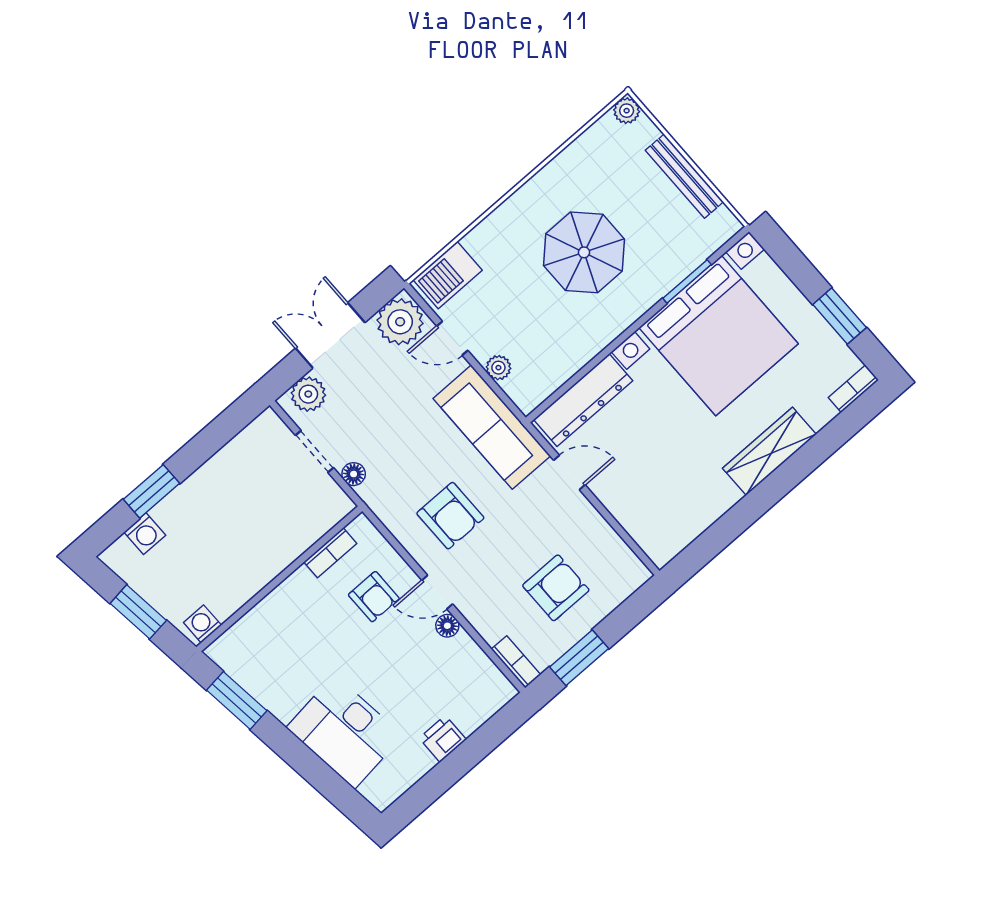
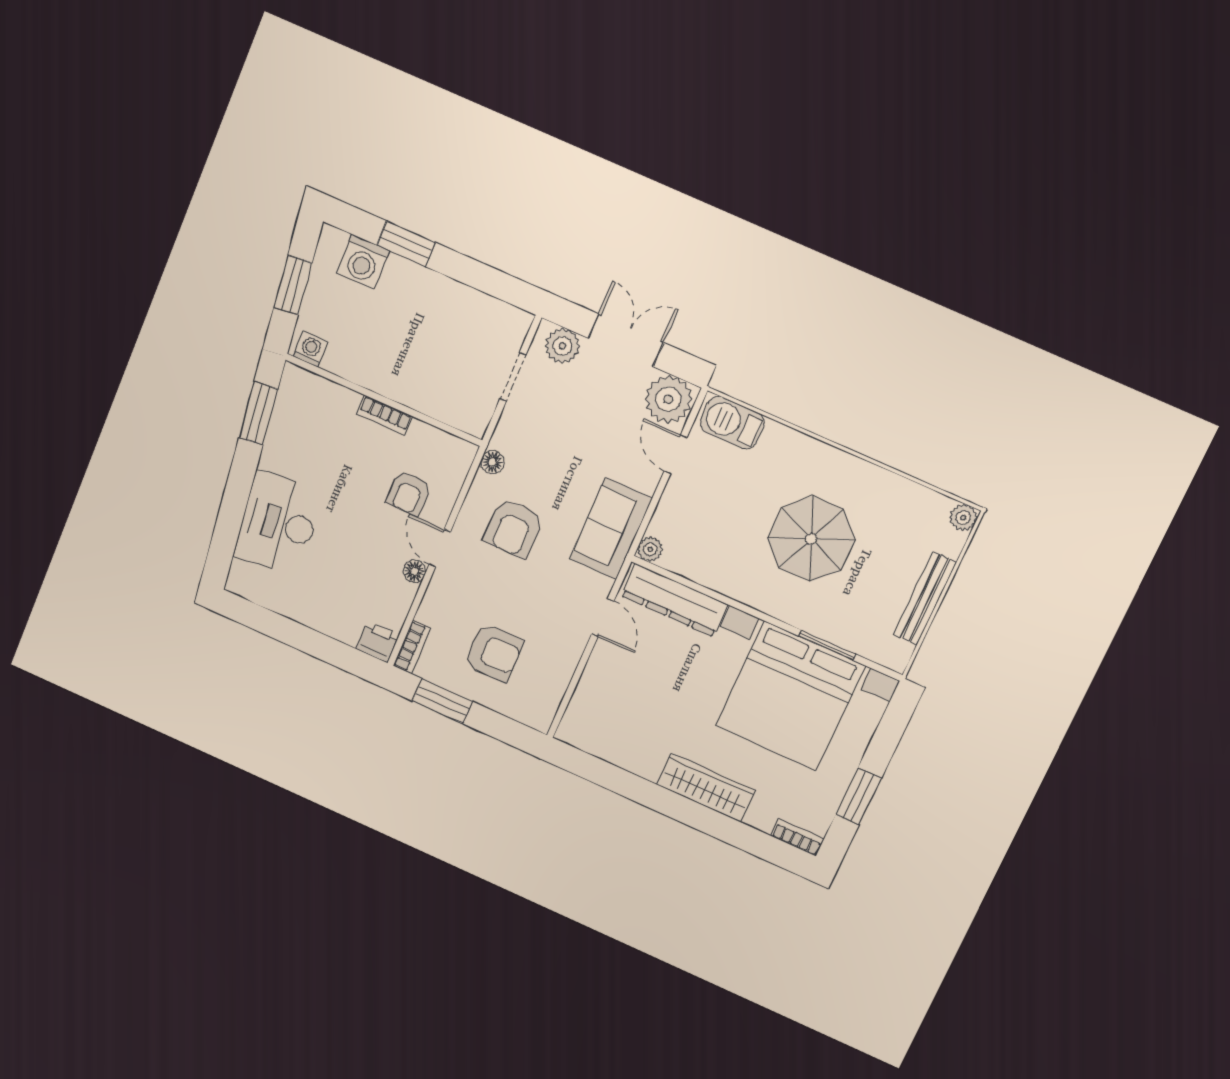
plant: (498, 368) -> (650, 549), moved
sofa: (492, 427) -> (611, 529), width x0.73
floor lamp: (354, 474) -> (492, 462), moved
washing machine: (145, 534) -> (363, 262), width x1.38, depth x1.38
bookcase: (330, 553) -> (385, 415), moved
printer: (443, 739) -> (378, 642), moved

